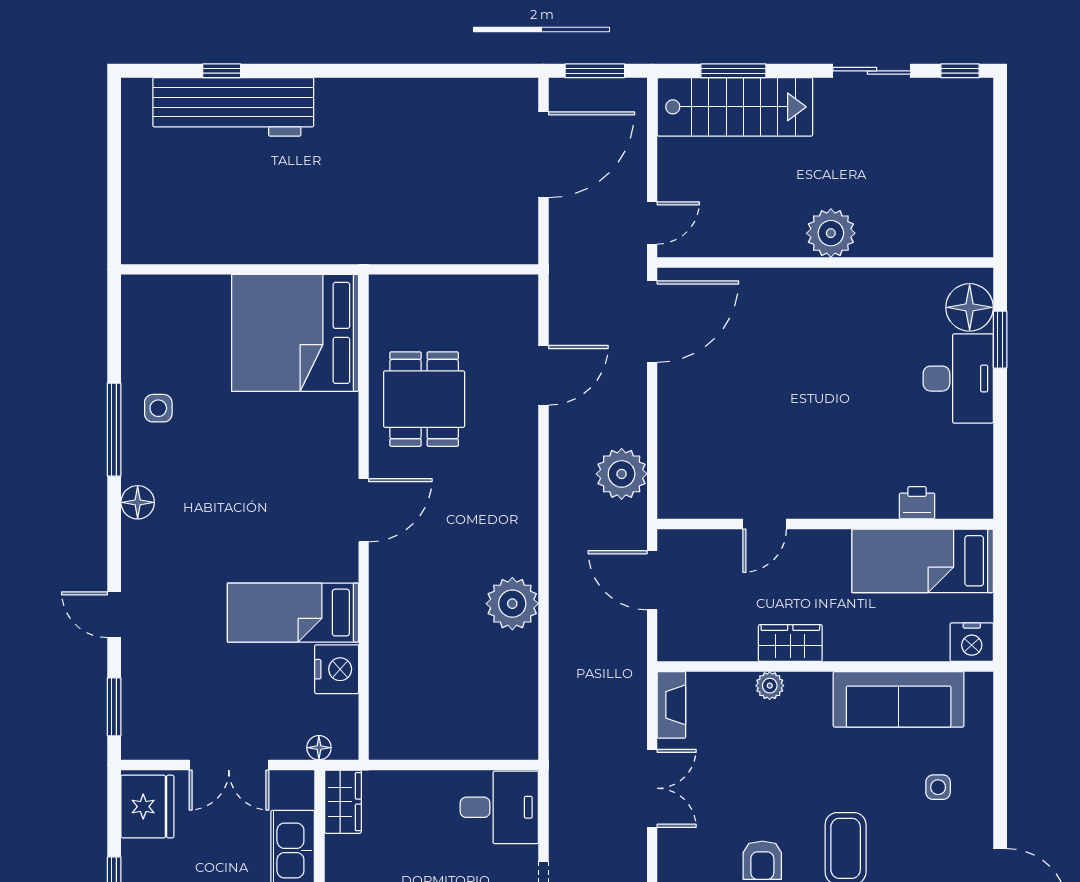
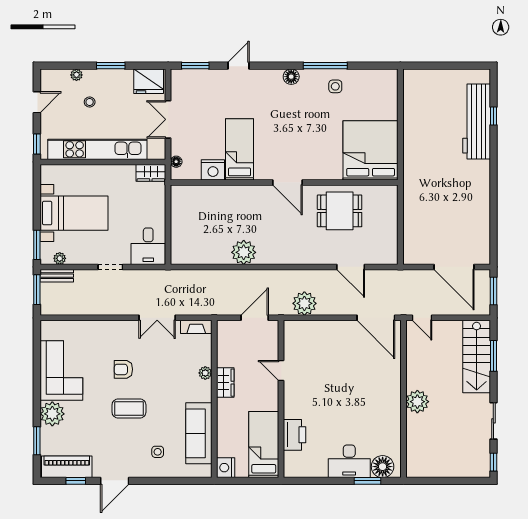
printer: (917, 503) -> (295, 435), width x1.87, depth x1.48

